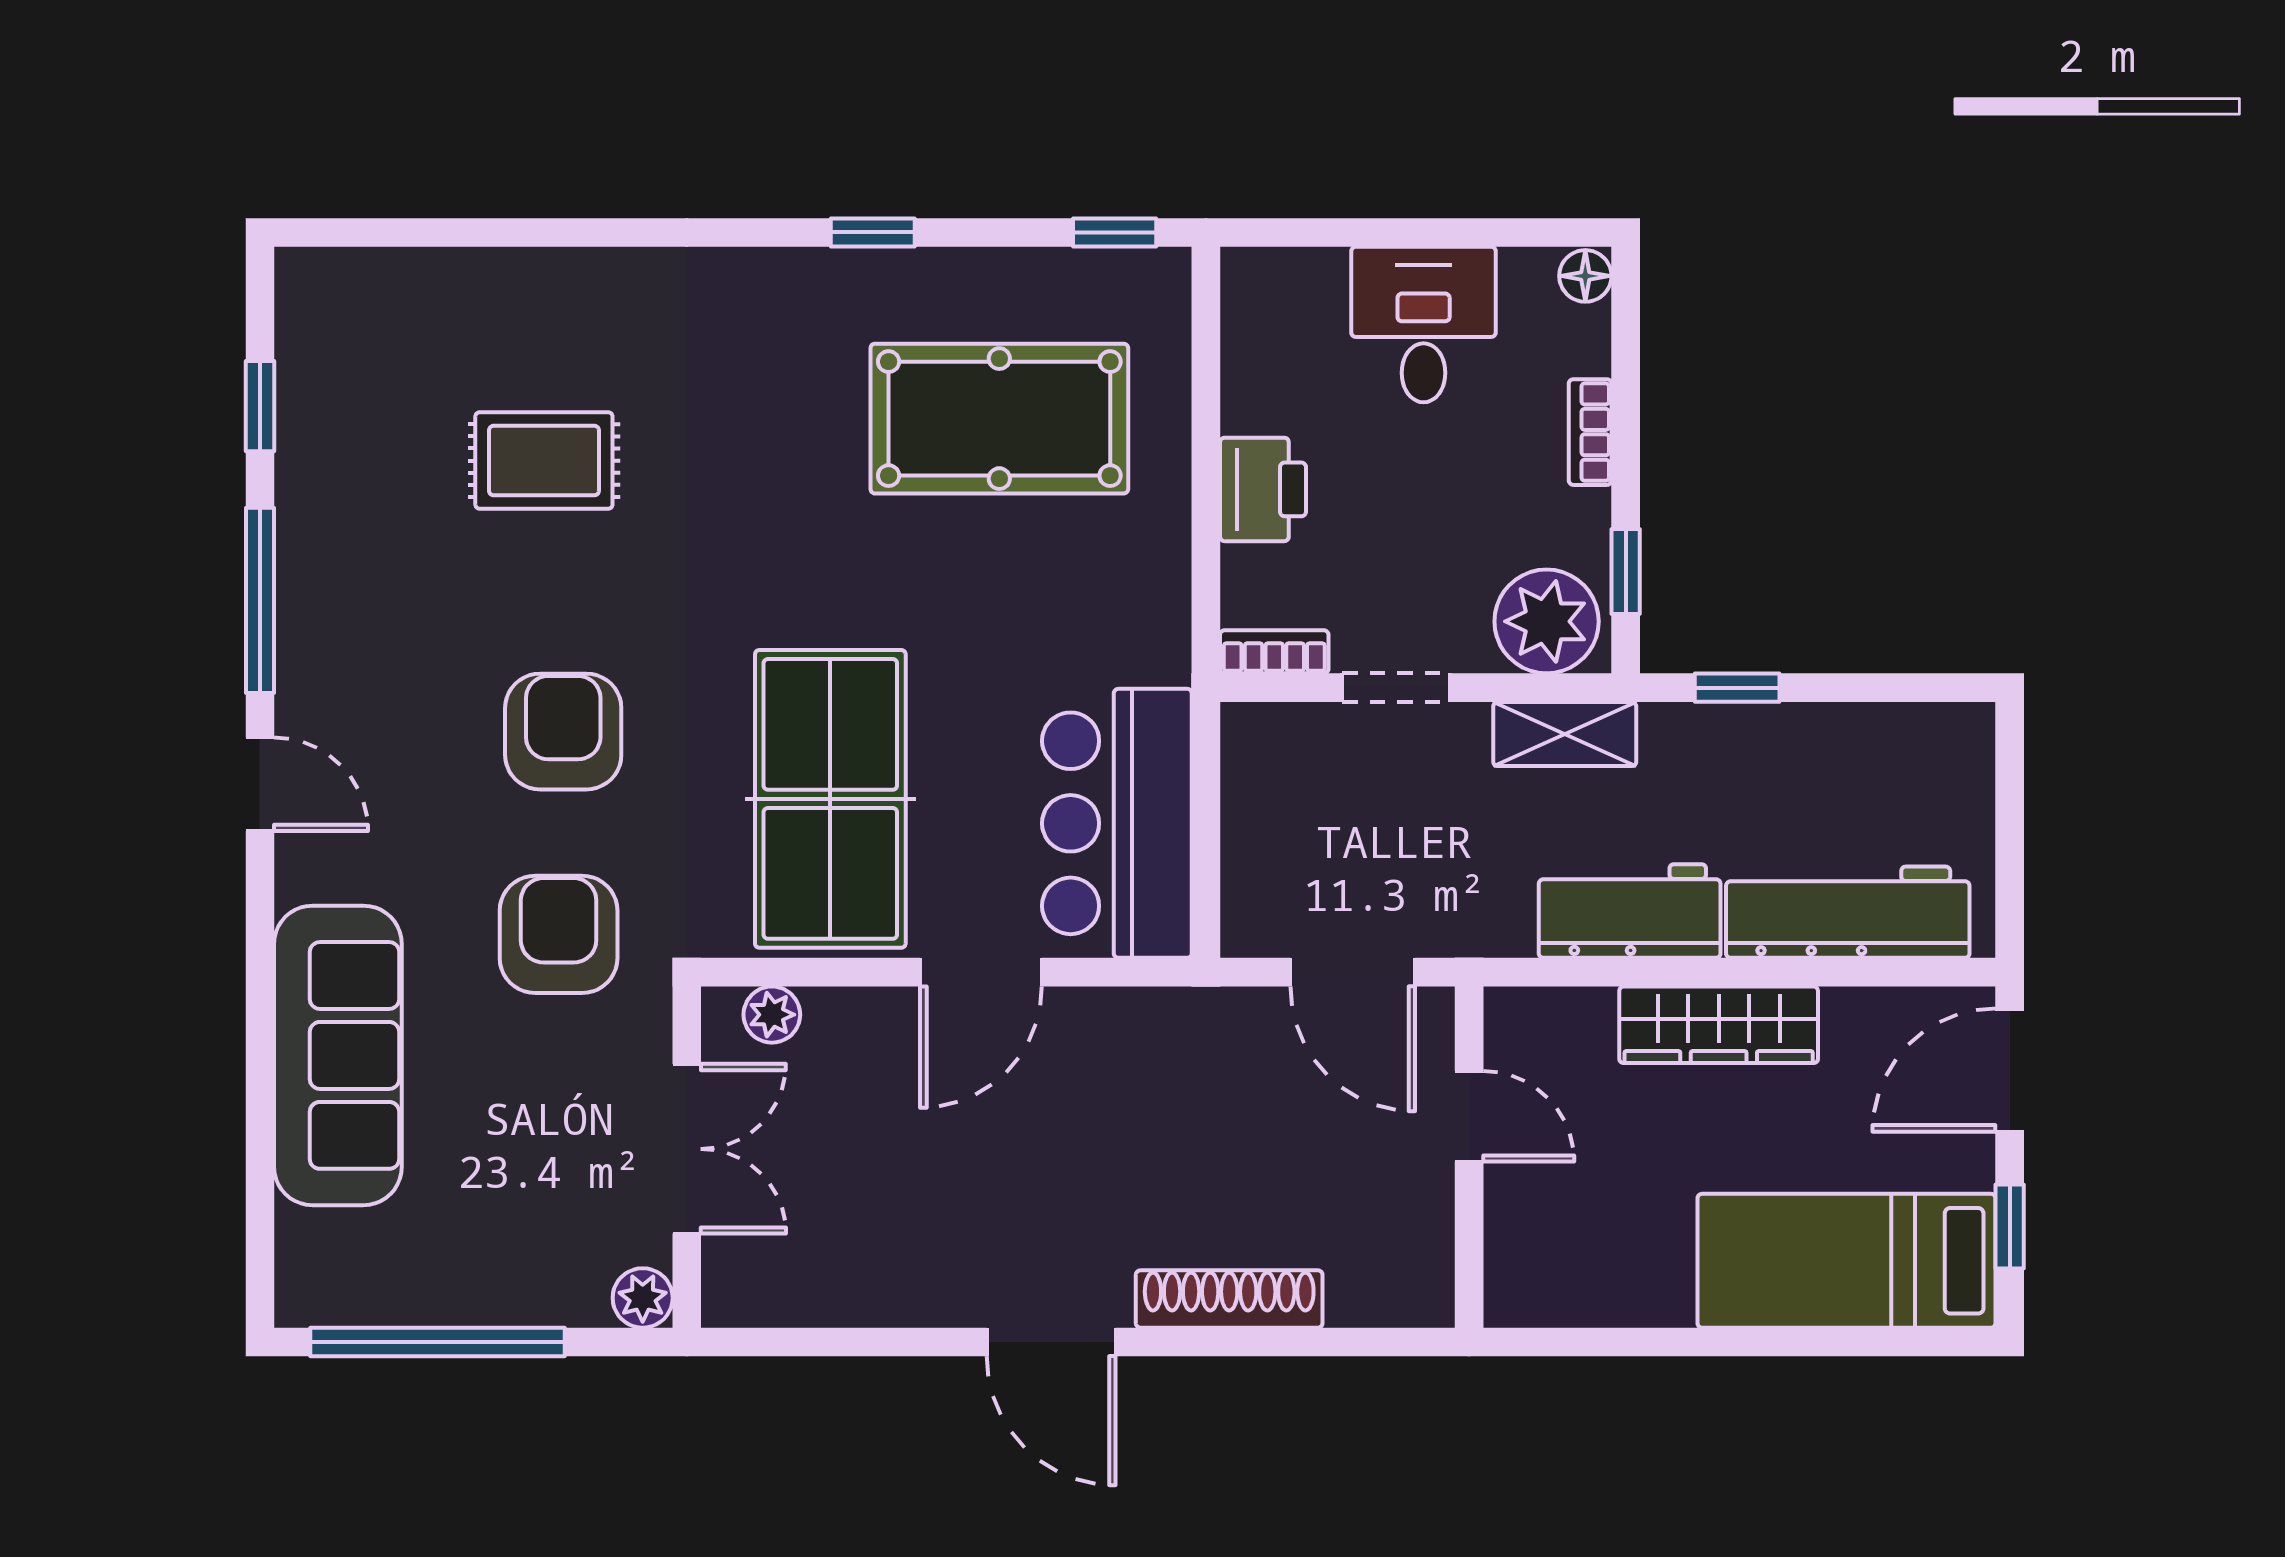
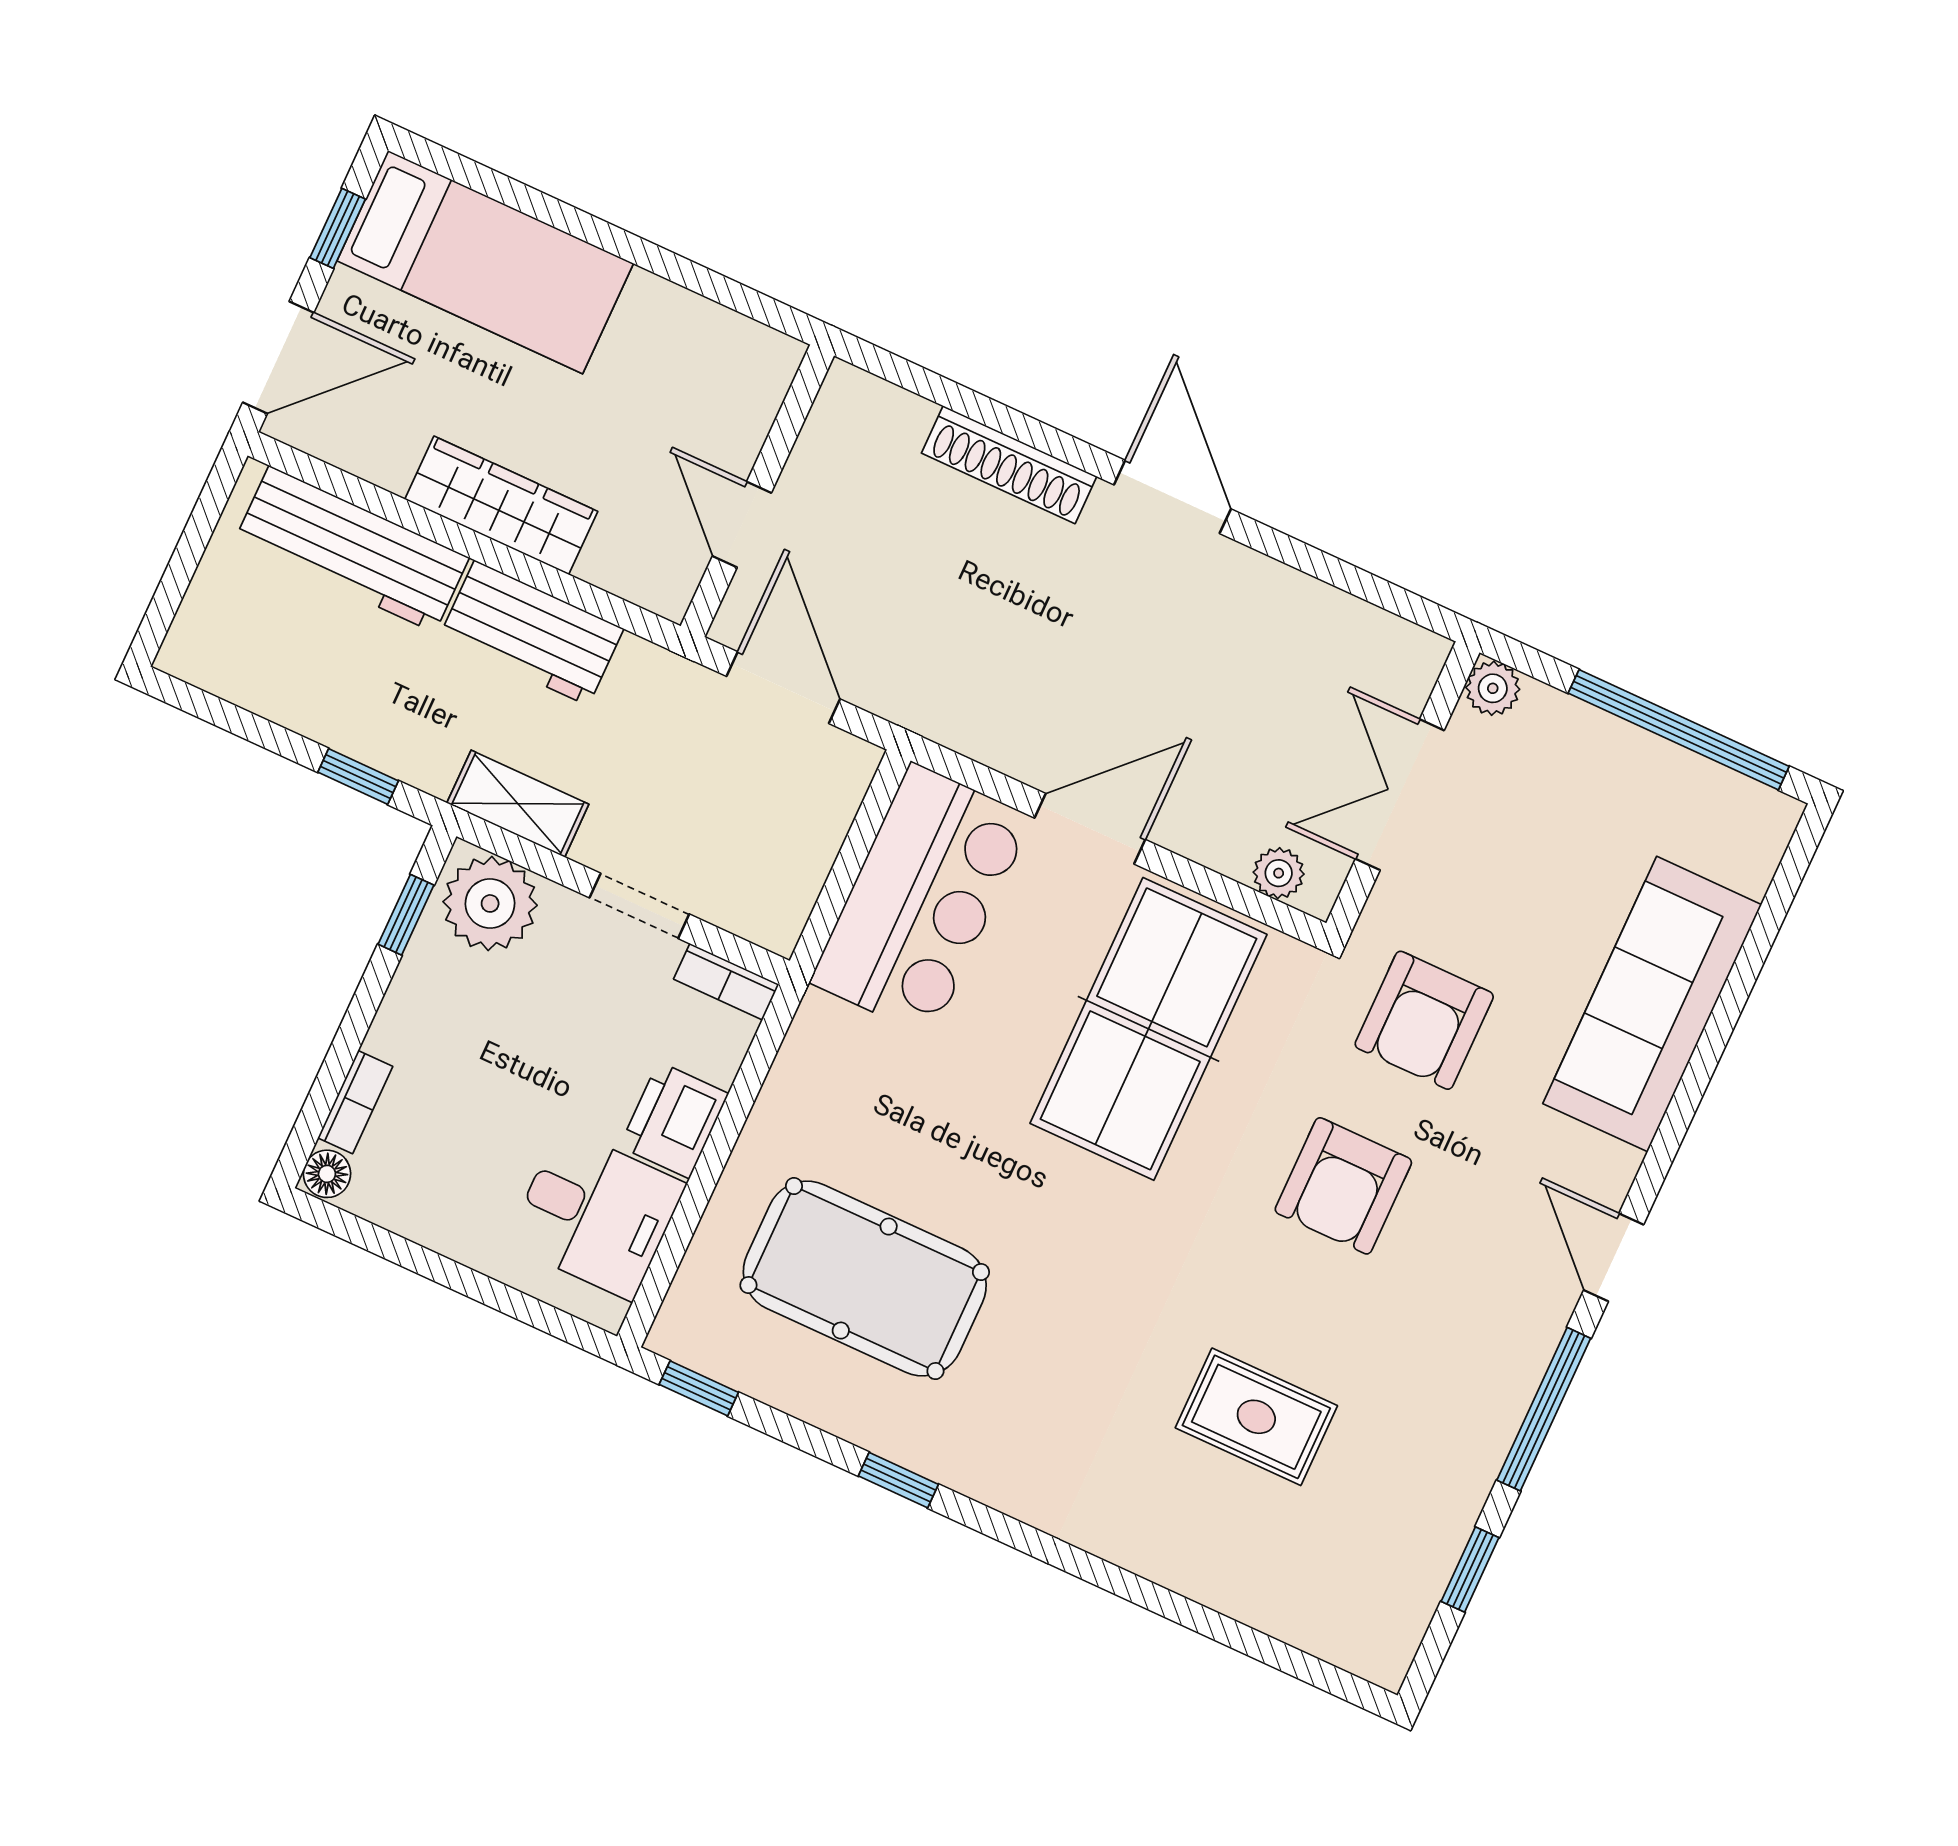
desk: (1424, 325) -> (596, 1214), moved, turned -90
bookcase: (1590, 432) -> (355, 1102), moved

